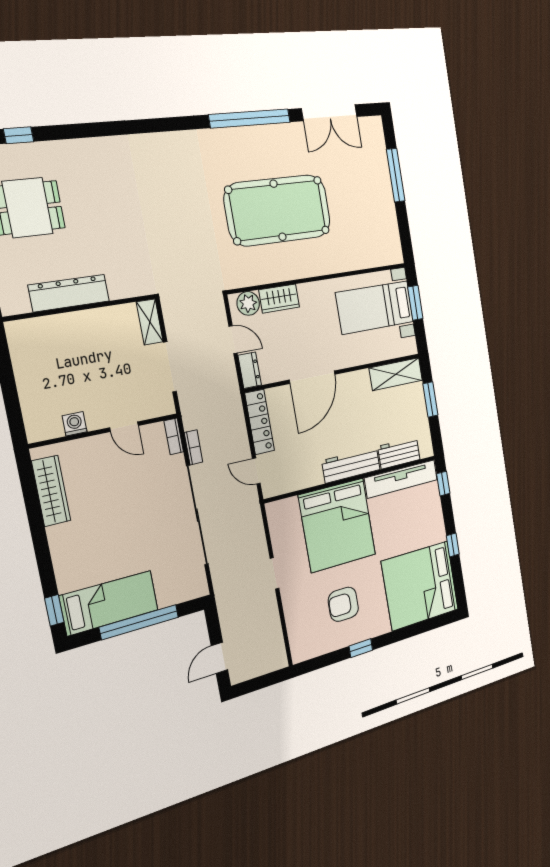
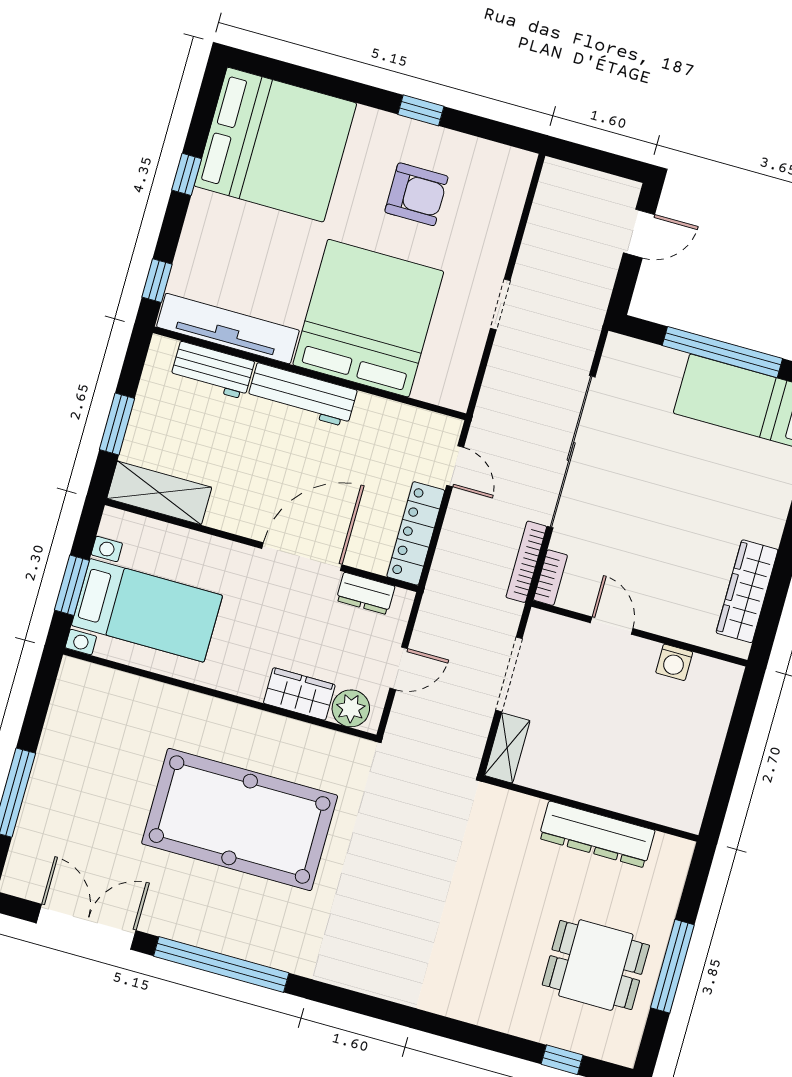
door: (233, 340) -> (399, 668), swing flipped
dresser: (250, 370) -> (366, 593), moved, turned -90
bookcase: (194, 447) -> (526, 562), width x1.56

